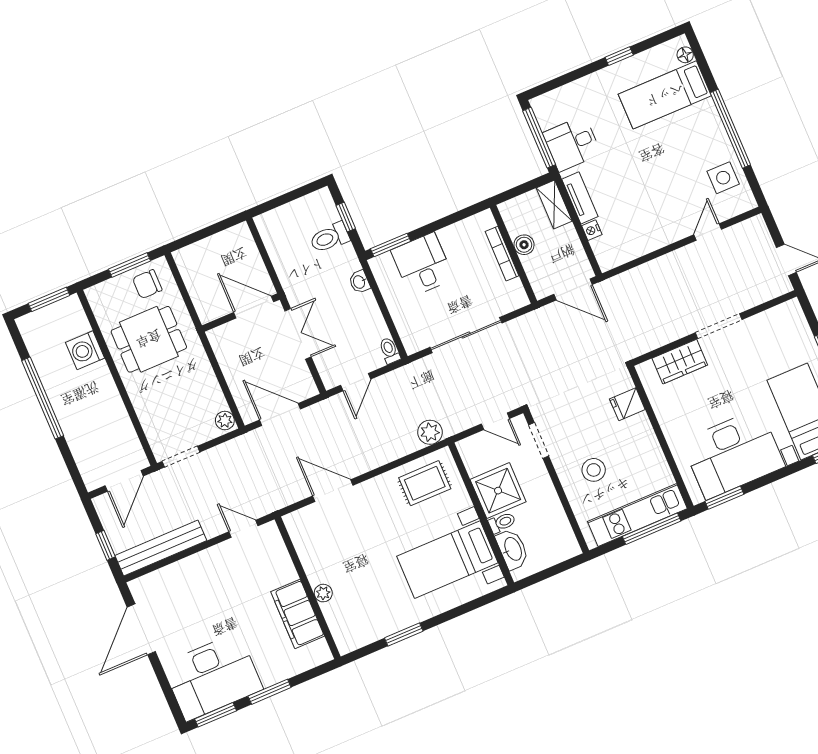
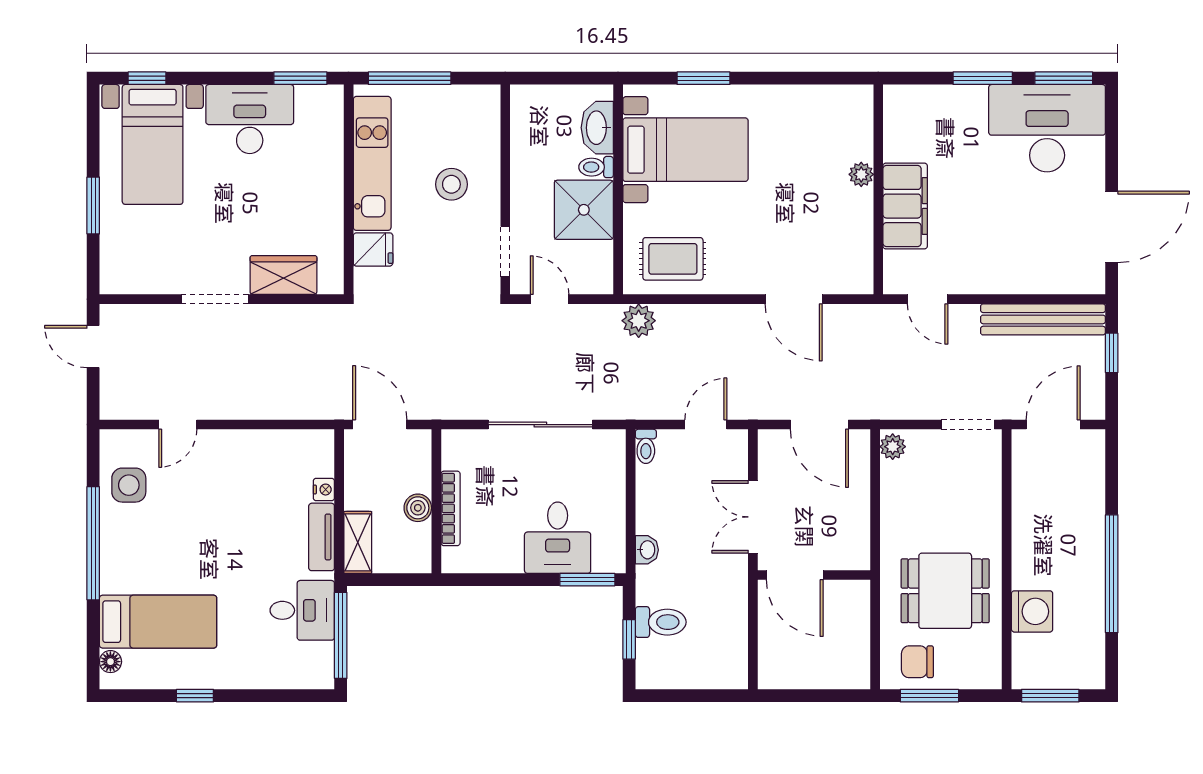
chair: (147, 284) -> (917, 662), turned 180
desk: (733, 454) -> (250, 119), width x0.73, depth x0.77
kitchen unit: (637, 515) -> (372, 163), moved, turned -90
filing cabinet: (298, 614) -> (905, 206), moved
window: (404, 634) -> (703, 78), moved

